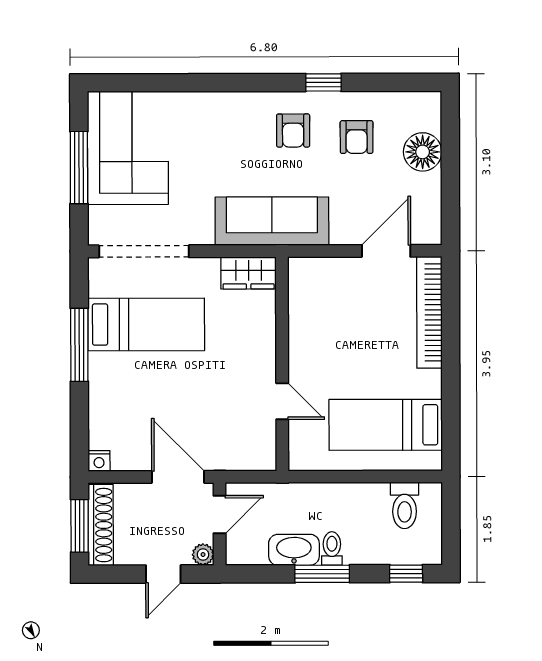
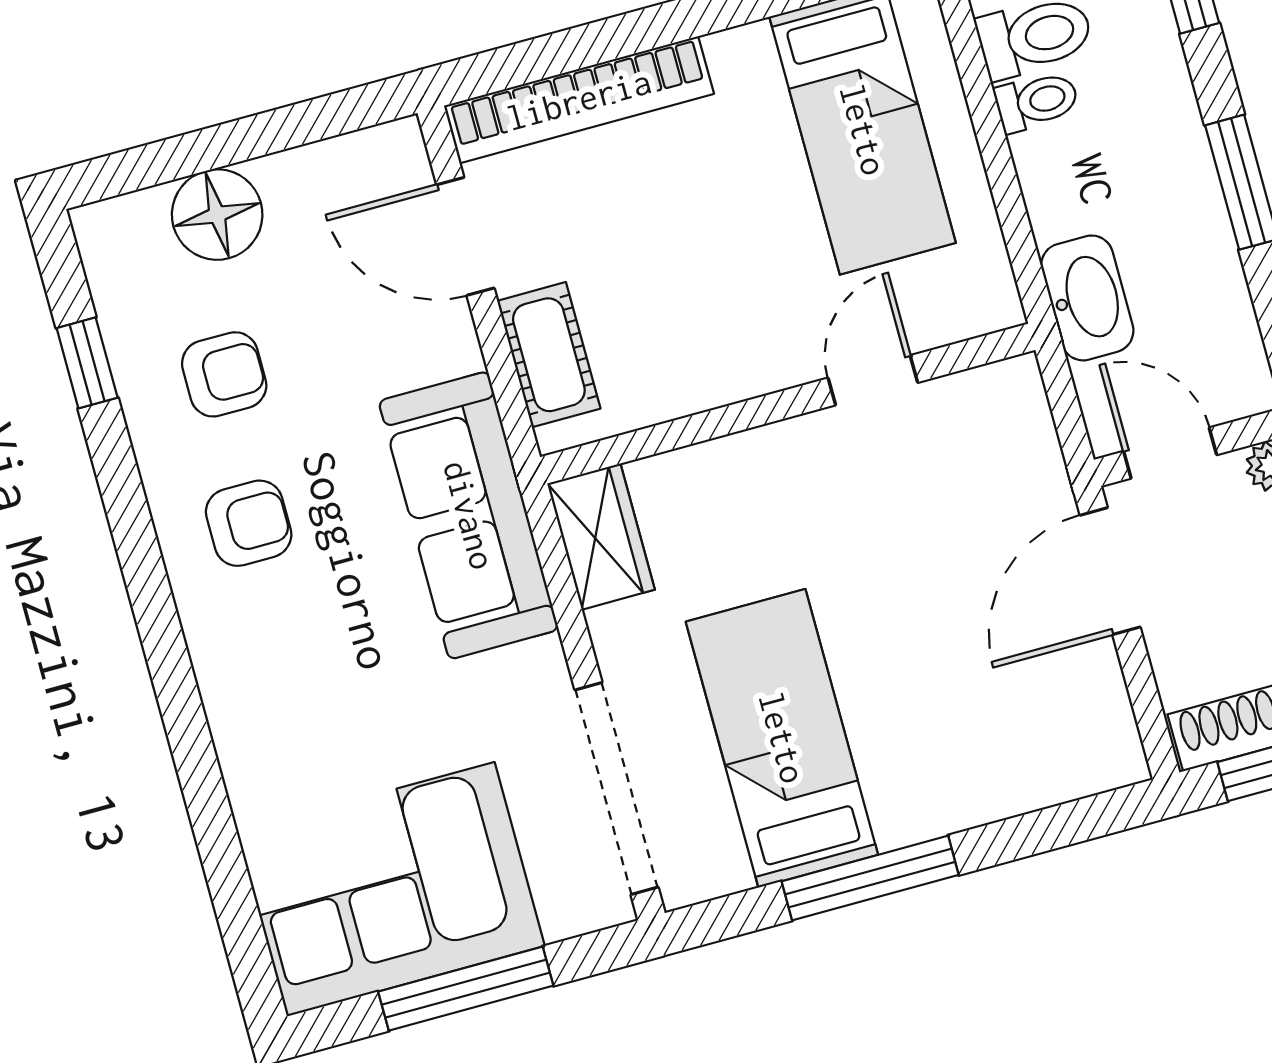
window: (323, 82) -> (87, 363), moved
cot: (329, 272) -> (549, 355), added
nightstand: (99, 461) -> (1123, 761), removed
toilet: (332, 548) -> (1037, 101), moved, turned 180
washbasin: (294, 550) -> (1087, 298), moved, turned 180

